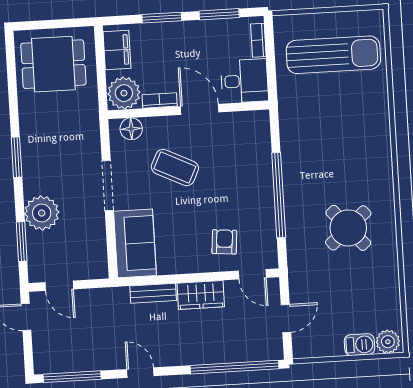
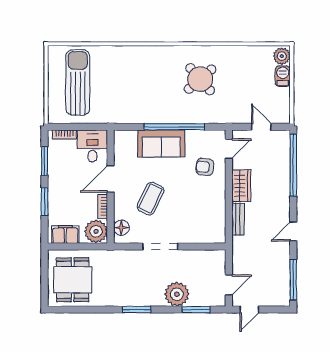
sofa: (135, 243) -> (161, 143), moved, turned 180

